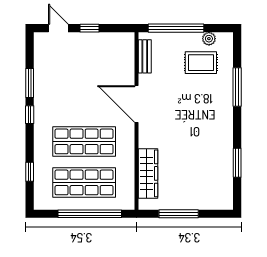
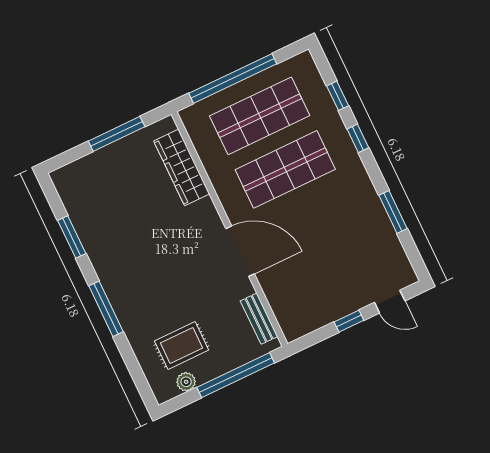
window: (237, 87) -> (106, 309), moved
window: (30, 115) -> (358, 138), moved

